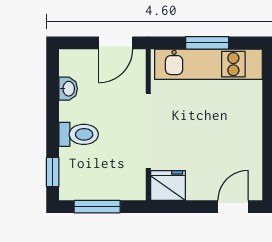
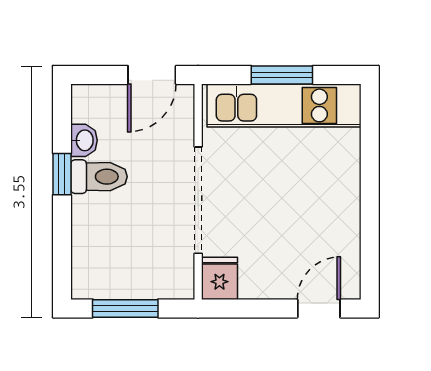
toilet: (79, 134) -> (99, 177), moved
window: (53, 172) -> (62, 174), moved
fridge: (168, 186) -> (219, 278), width x0.72

